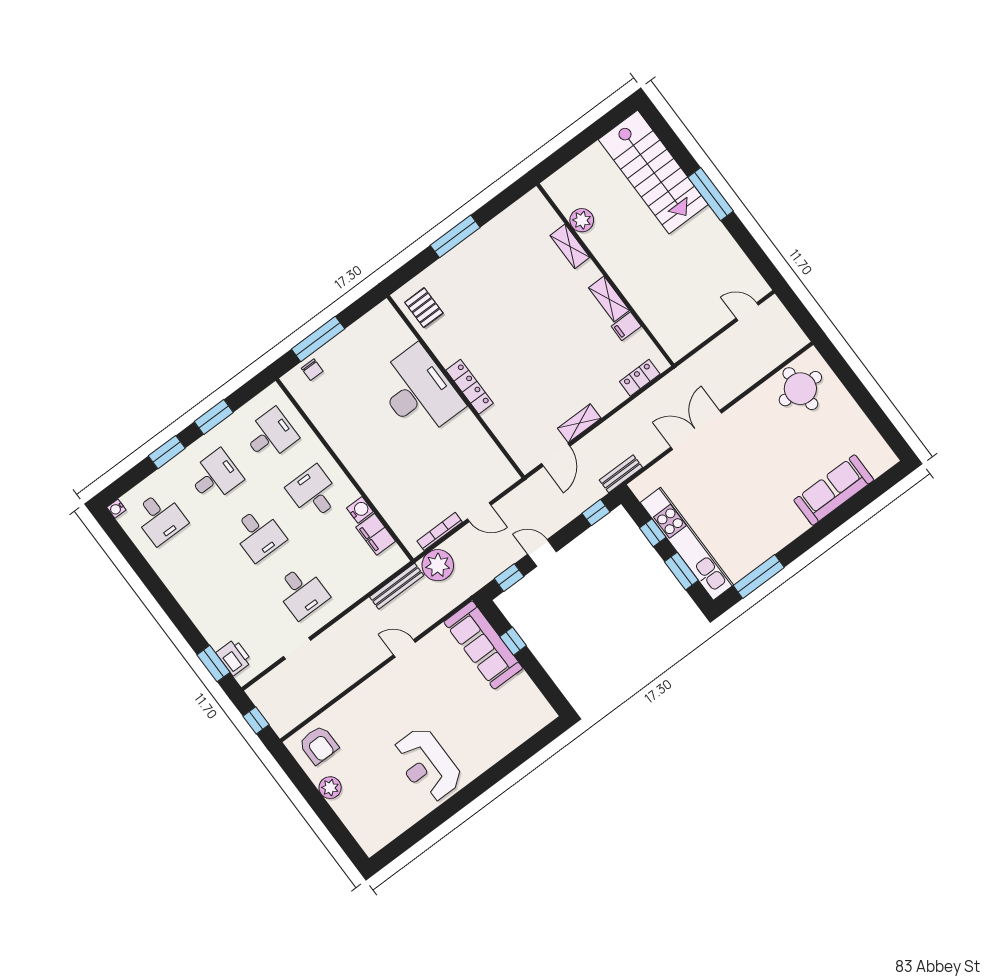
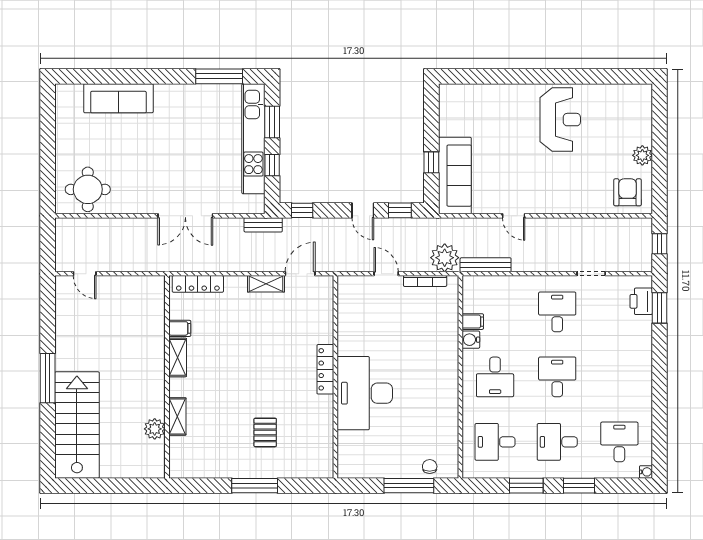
pallet: (424, 308) -> (265, 432), moved
locker: (640, 378) -> (198, 284), width x1.53
filing cabinet: (376, 534) -> (473, 322), width x0.50

